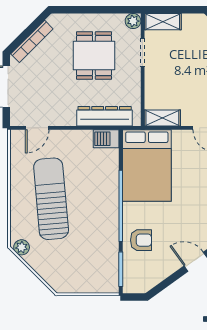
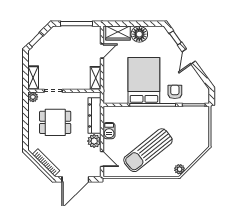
plant: (65, 116) -> (94, 141), added
barbecue: (106, 139) -> (109, 131), moved
bed: (147, 166) -> (144, 81), moved, turned -90
sun lounger: (51, 199) -> (148, 150), turned -34

